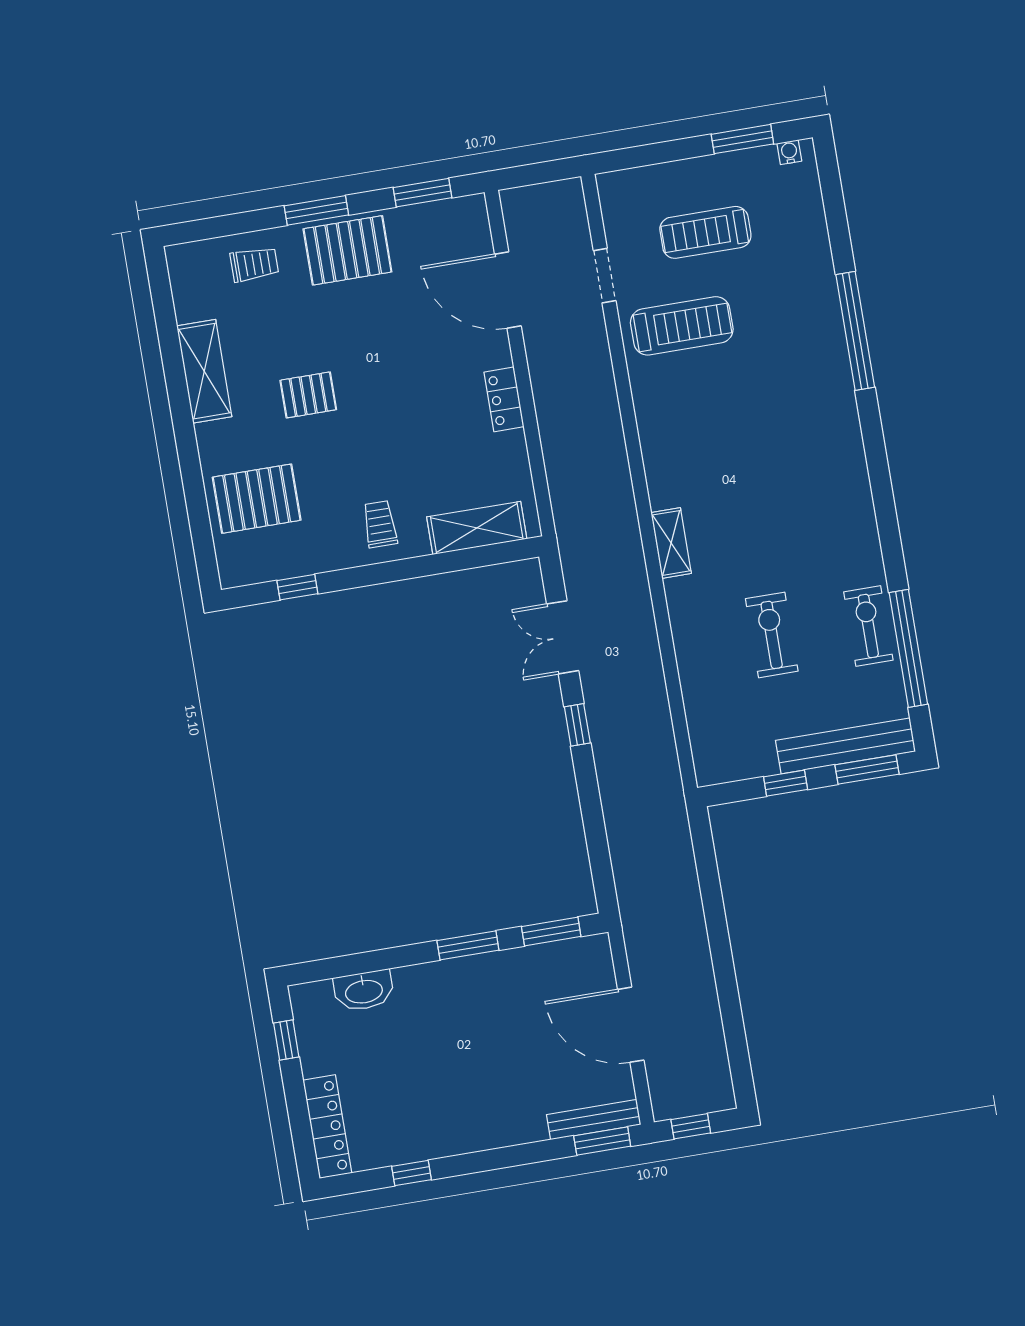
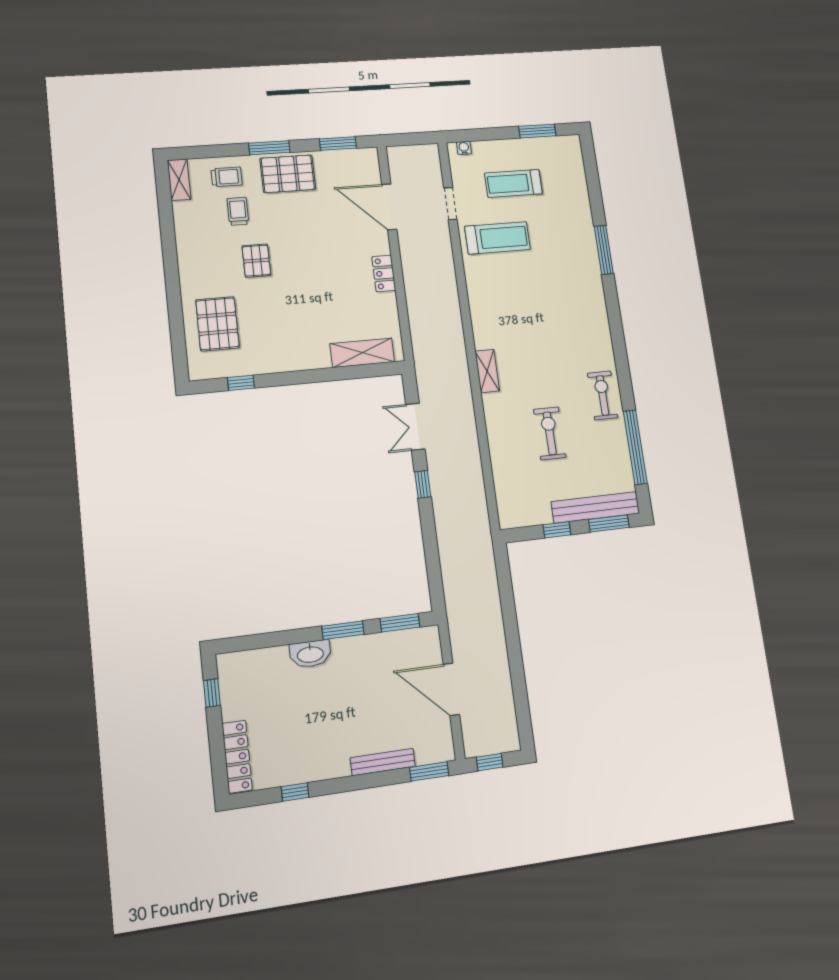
water cooler: (789, 152) -> (464, 148), moved
window: (855, 331) -> (604, 250), width x0.68
shelving: (204, 371) -> (179, 180), moved, width x0.67, depth x0.75
pallet: (308, 395) -> (256, 261), turned 90
pallet: (257, 499) -> (217, 324), turned 90
trolley: (380, 524) -> (238, 211), moved
exercise bike: (868, 626) -> (603, 395), moved
washbasin: (364, 991) -> (310, 654), moved
bench: (594, 1120) -> (383, 762), moved

